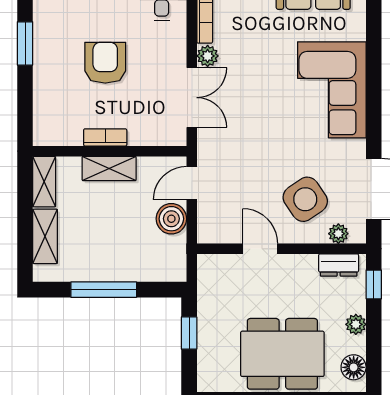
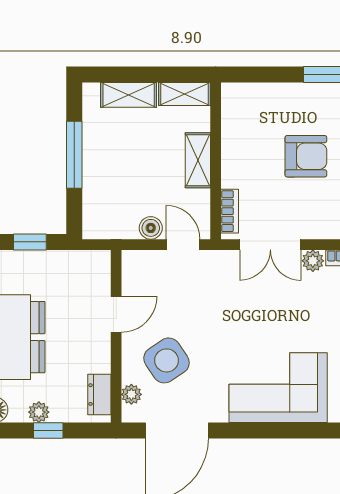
bookcase: (105, 137) -> (230, 211), moved
boiler: (171, 219) -> (151, 228), width x0.73, depth x0.73
window: (374, 284) -> (48, 430), moved

